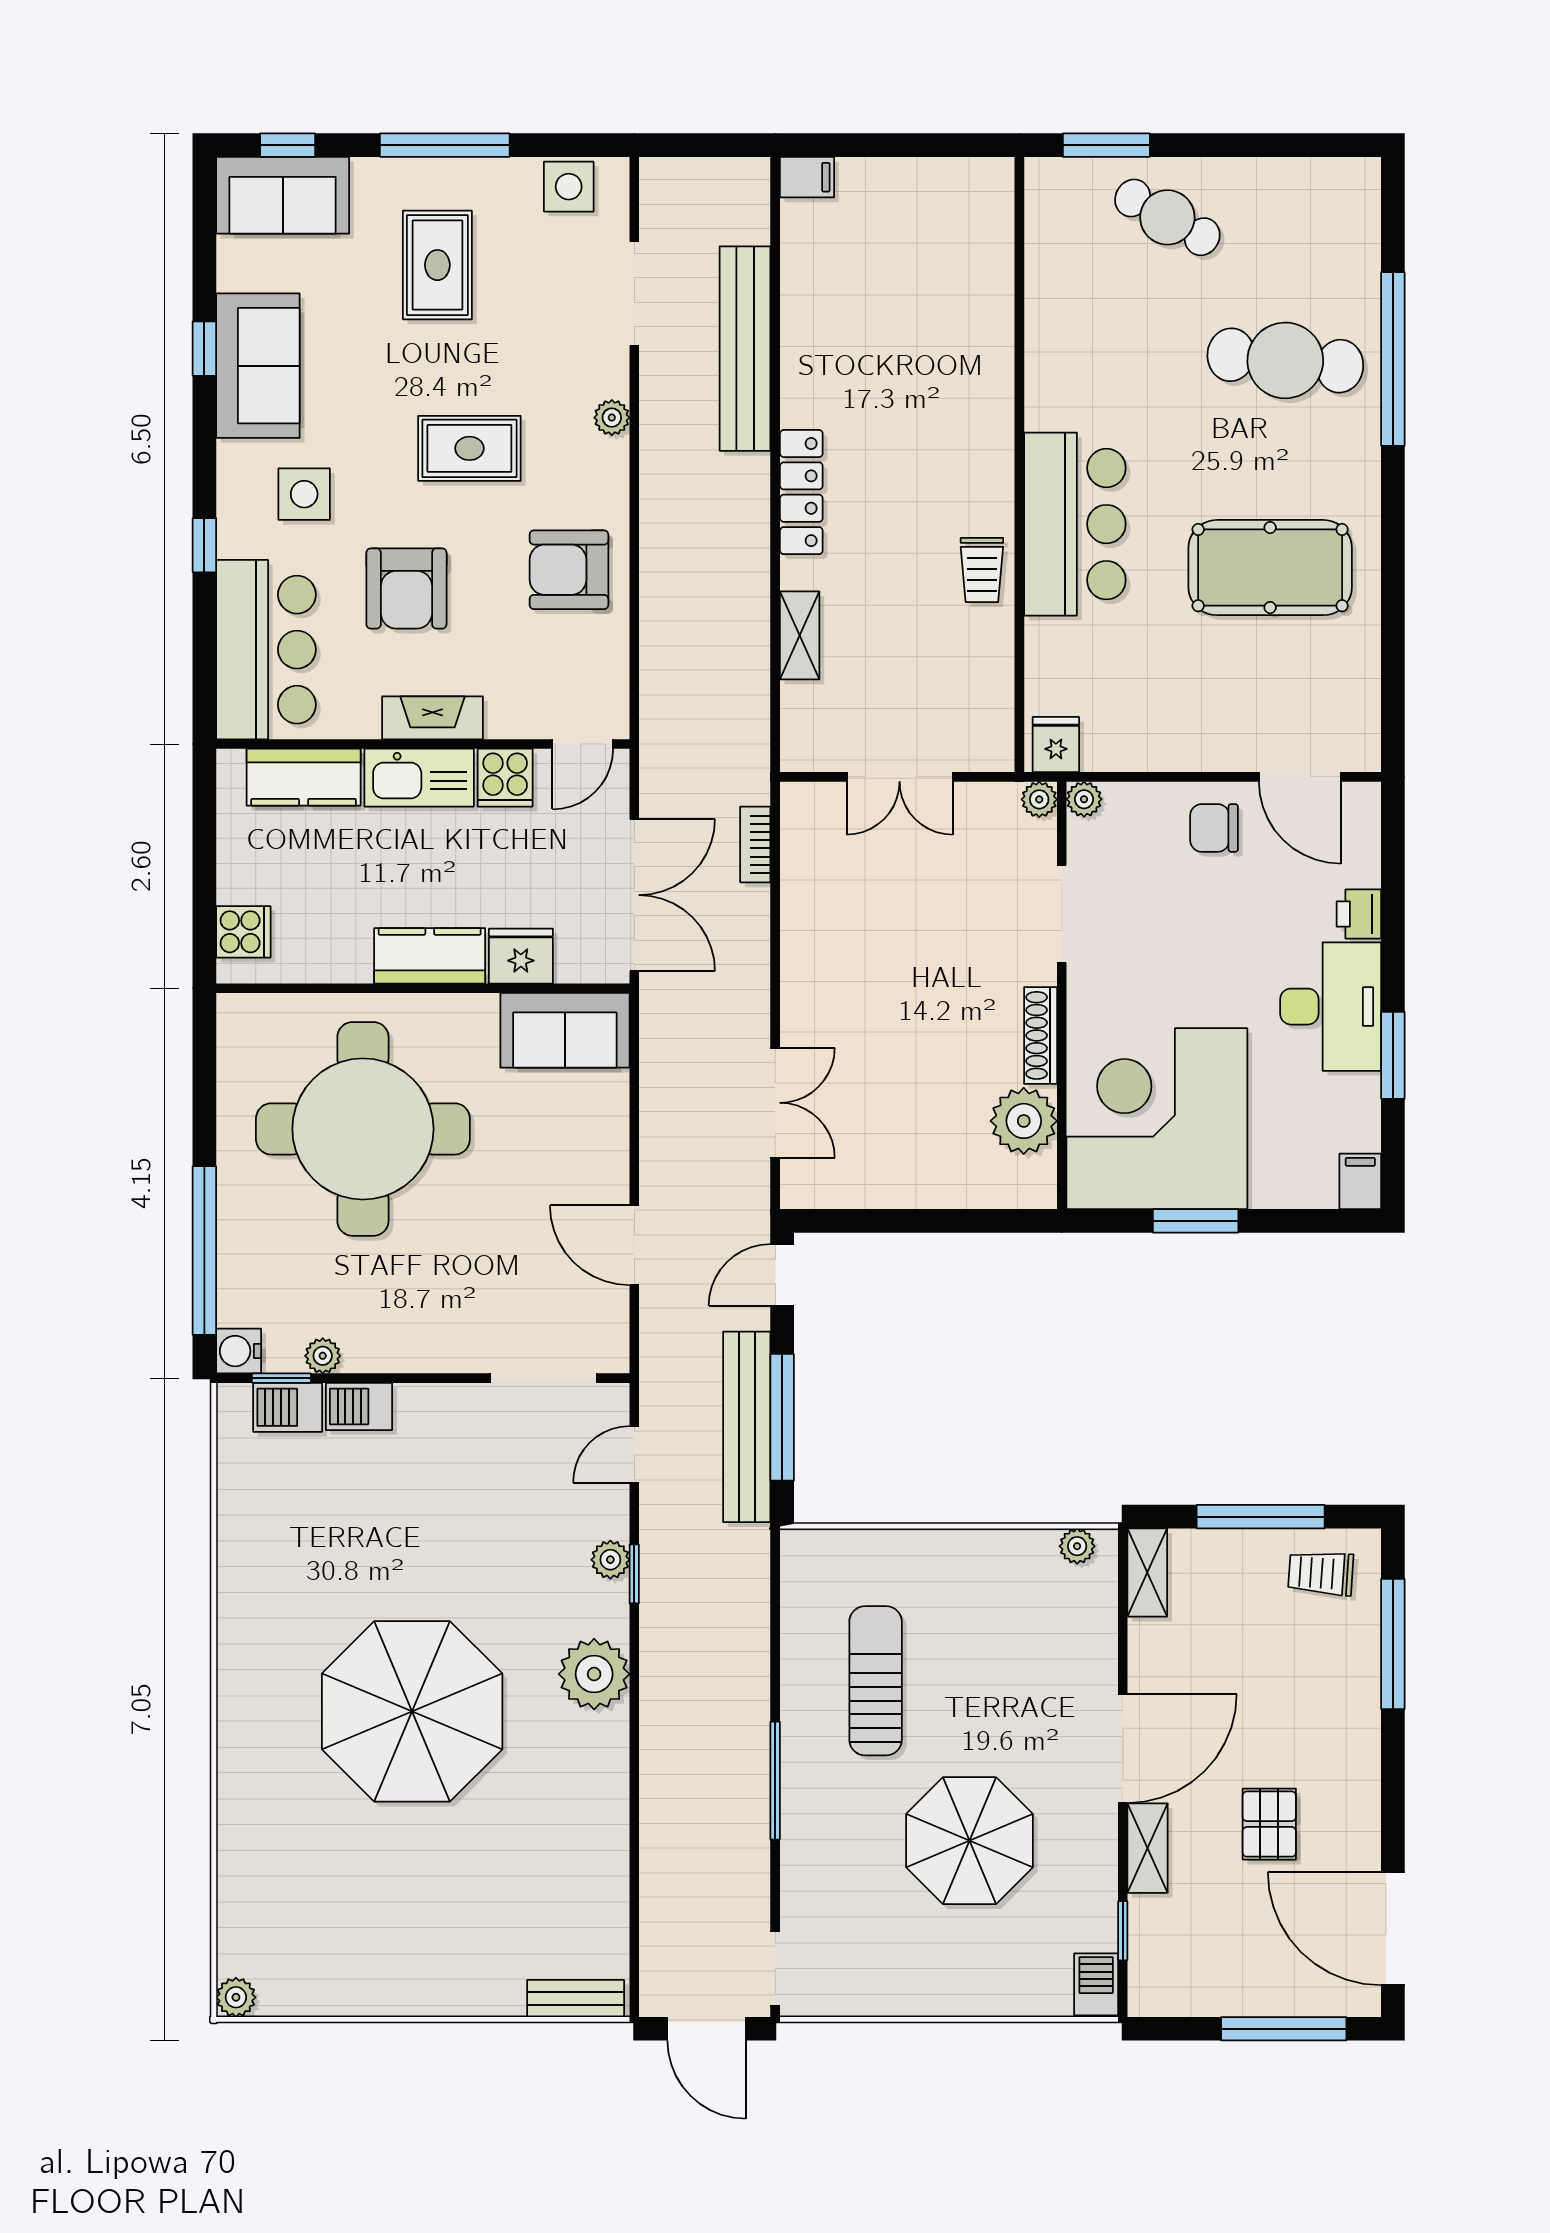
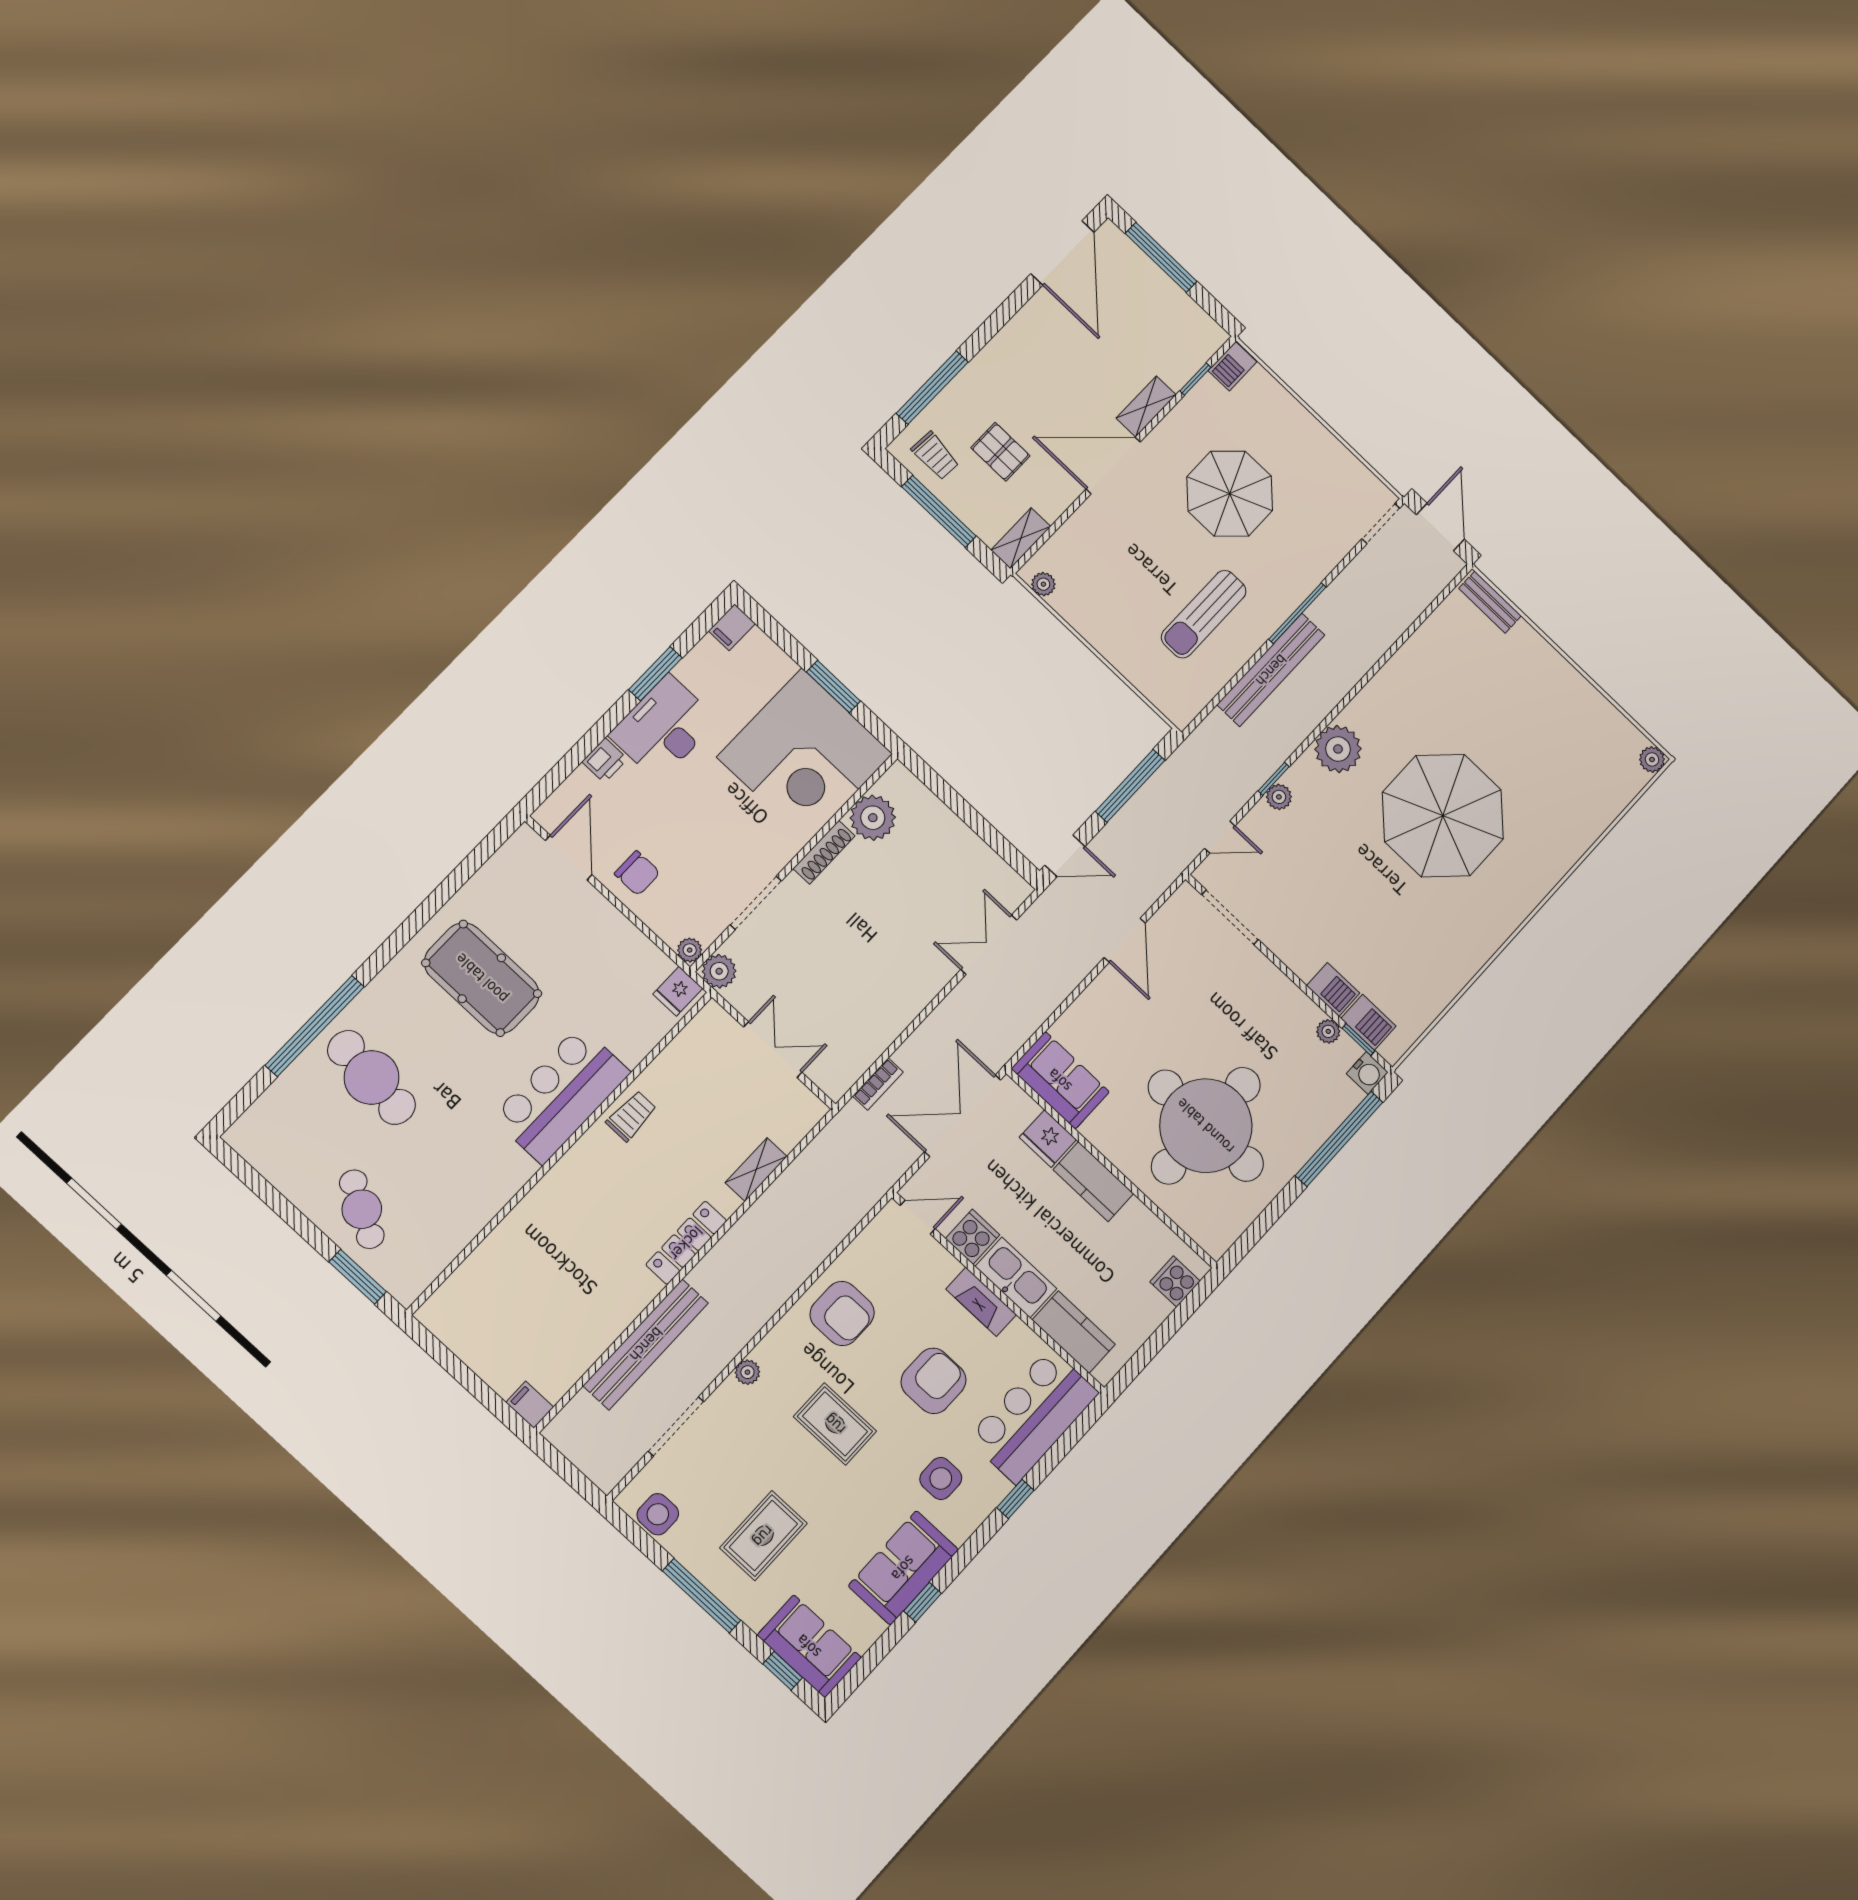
plant: (1039, 799) -> (719, 971), width x1.38, depth x1.38
bench: (747, 1427) -> (1271, 670), moved
pallet: (1269, 1824) -> (1000, 452), moved, turned 90

